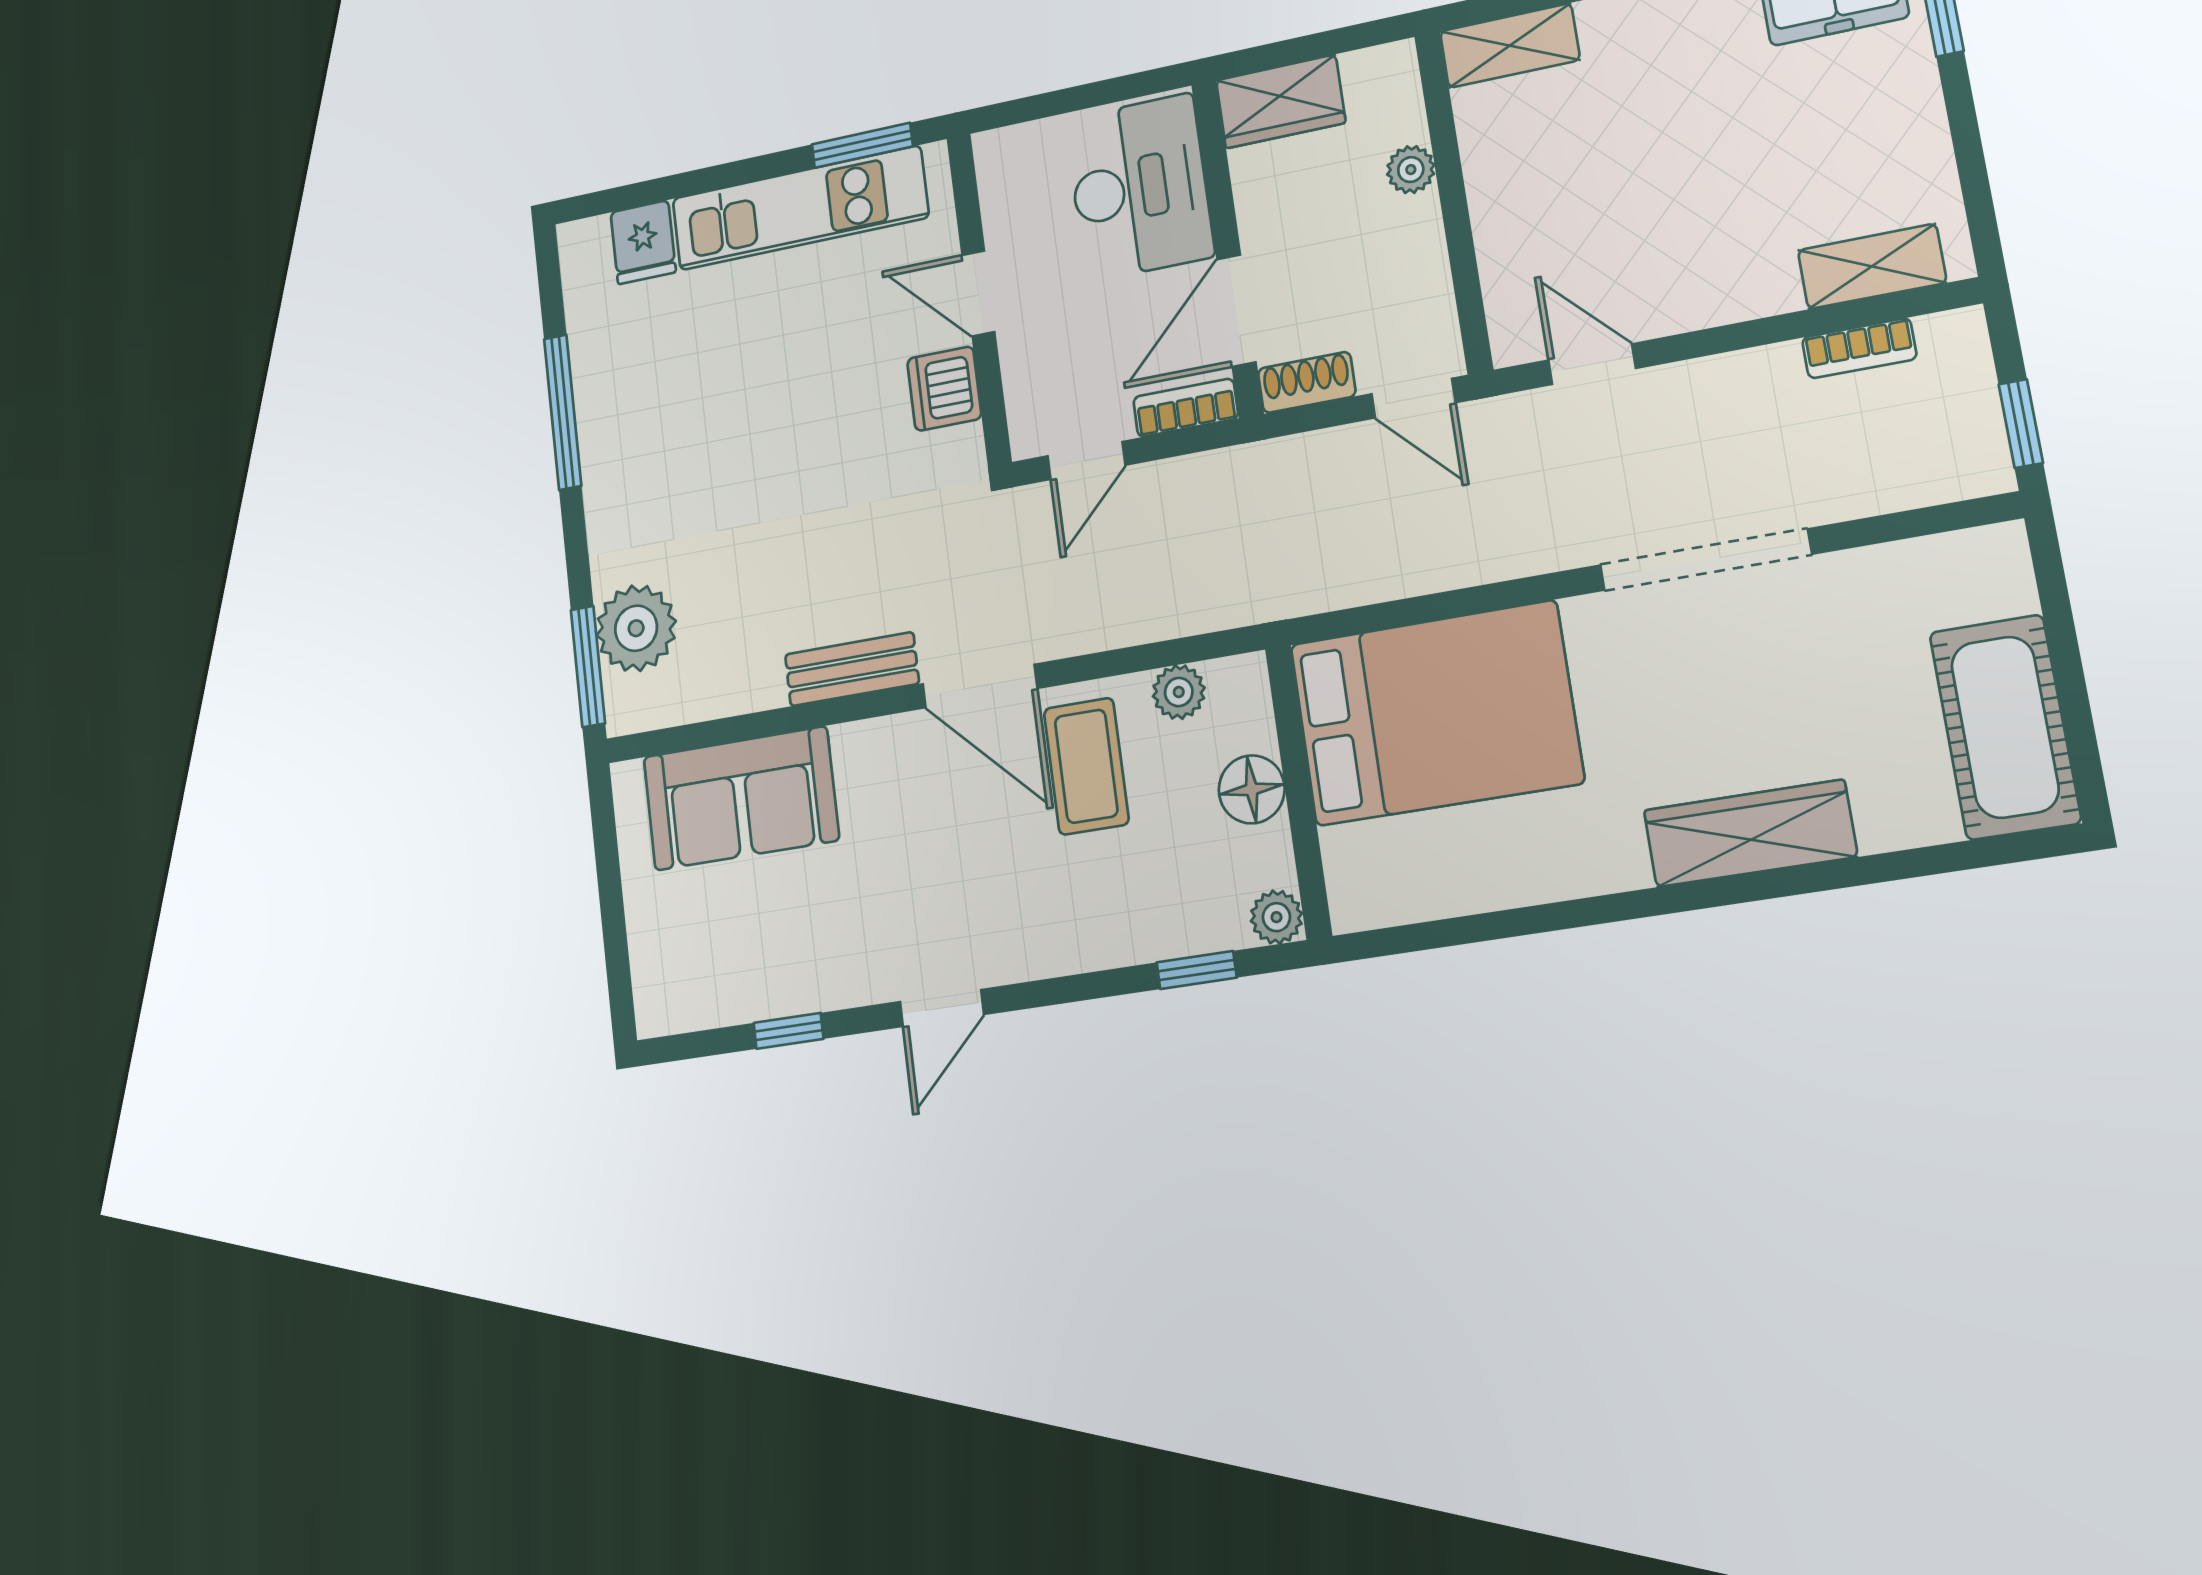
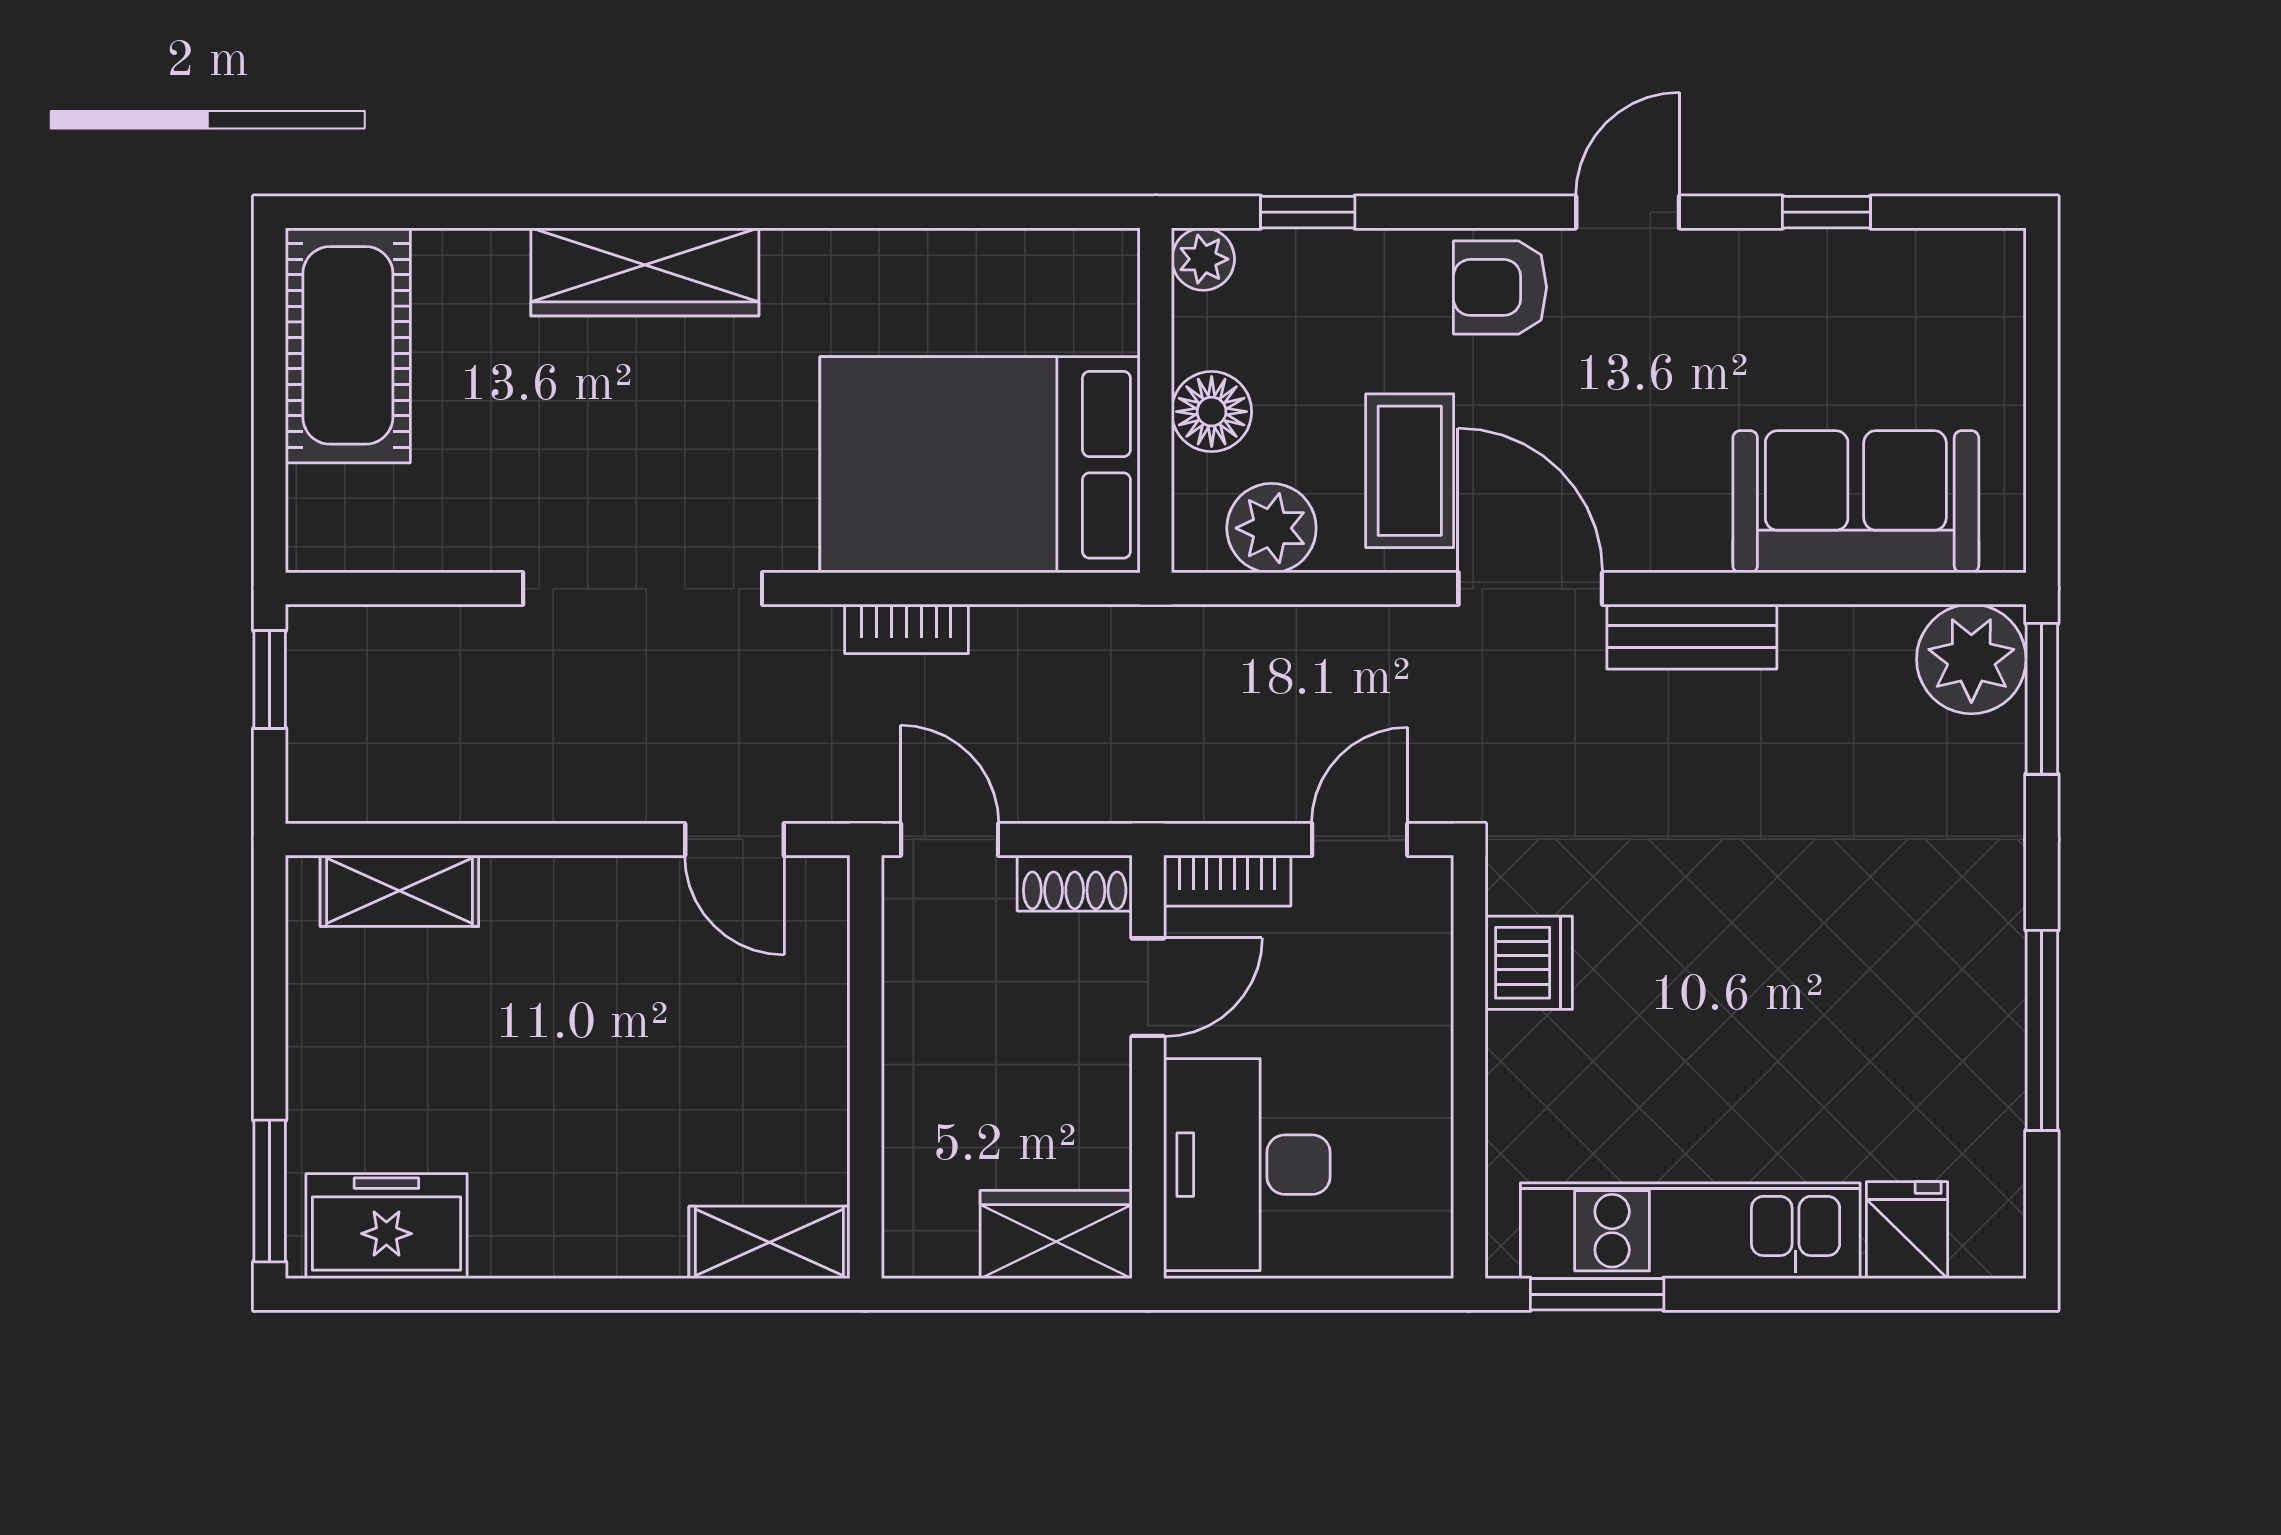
plant: (1411, 170) -> (911, 1116), removed
door: (978, 293) -> (1469, 1074), removed
door: (1236, 311) -> (1148, 987), width x0.73
bookcase: (1859, 348) -> (906, 629), moved, turned 180
plant: (636, 628) -> (1971, 659), moved
plant: (1179, 692) -> (1271, 528), width x1.38, depth x1.38
armchair: (1034, 930) -> (1500, 287), added

